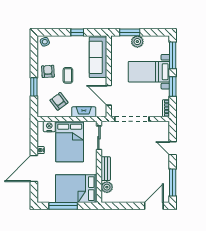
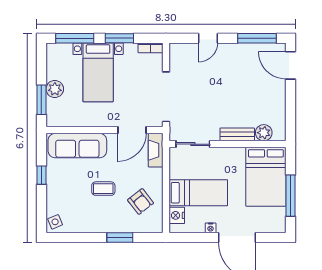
armchair: (48, 71) -> (98, 217), removed
armchair: (59, 101) -> (141, 202), turned -91
fireplace: (84, 112) -> (156, 150), moved
bed: (70, 142) -> (198, 193), width x0.67

